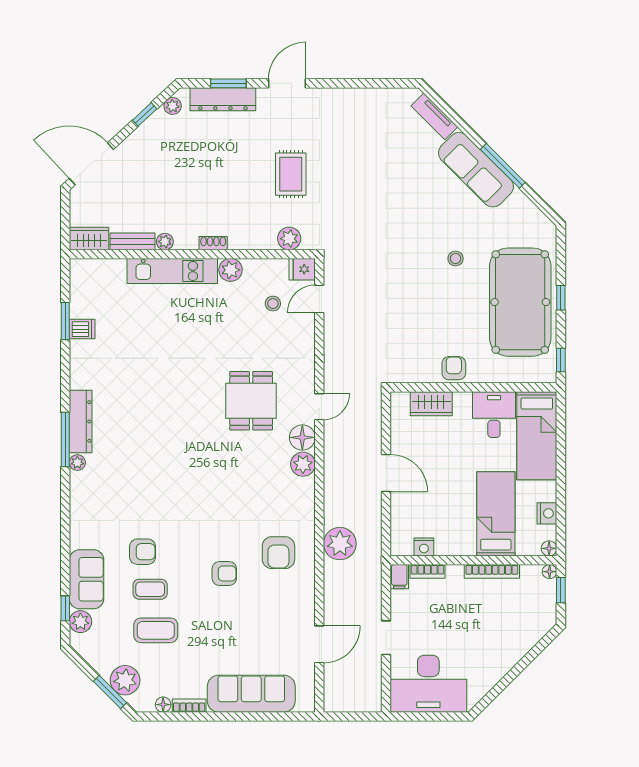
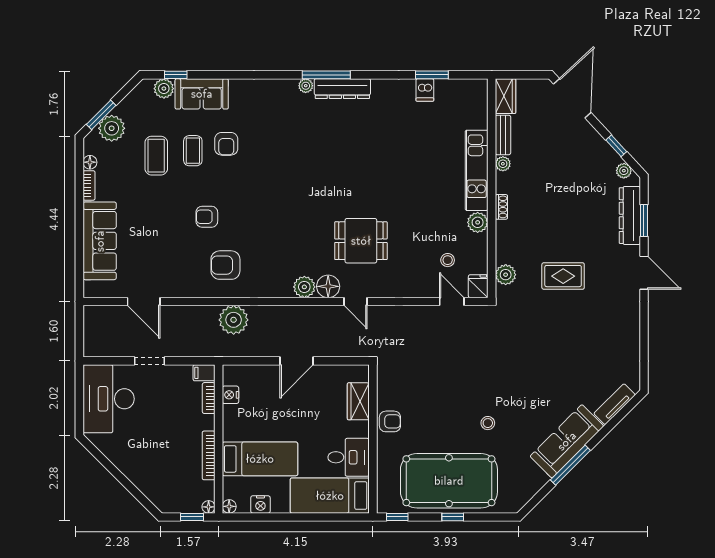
armchair: (224, 573) -> (207, 217), turned 90

